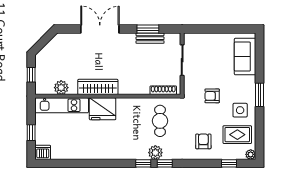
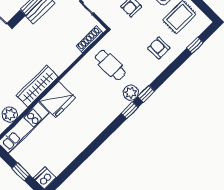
plant: (251, 154) -> (205, 22), removed

